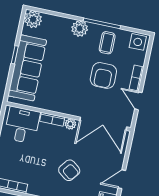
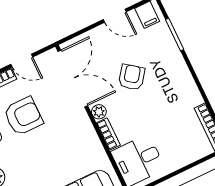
door: (138, 101) -> (22, 61), hinge flipped
armchair: (69, 170) -> (132, 77), moved

